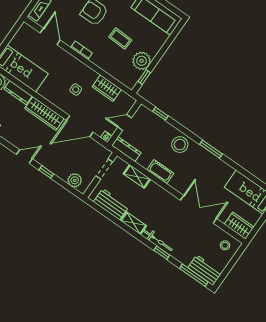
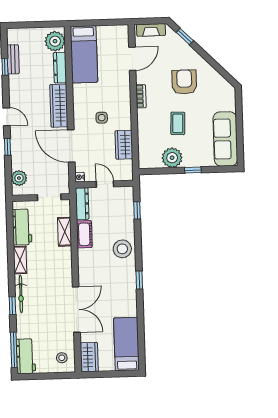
window: (144, 77) -> (193, 170), moved
window: (211, 149) -> (139, 280), width x0.67
cot: (160, 172) -> (84, 234), moved

